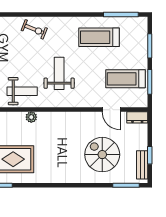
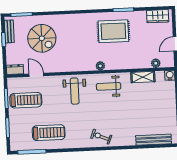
weight bench: (59, 73) -> (75, 91), moved

